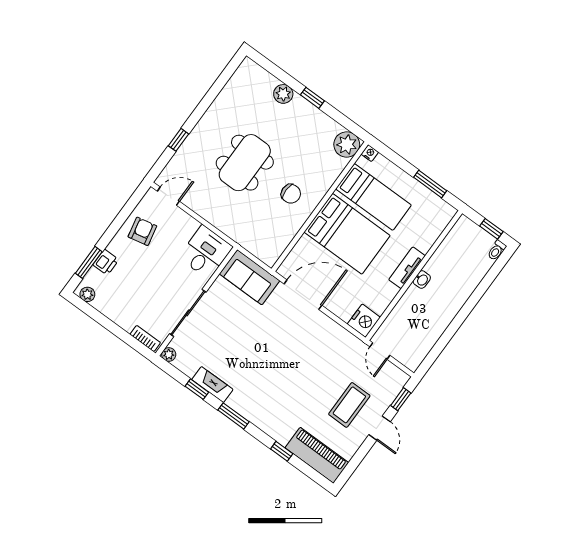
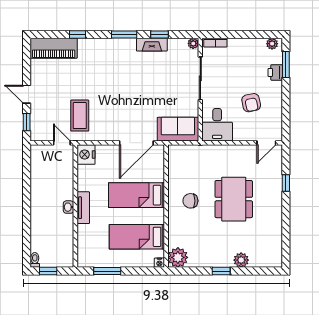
armchair: (142, 231) -> (251, 103), moved
bed: (347, 234) -> (137, 195), width x0.67
coffee table: (349, 405) -> (80, 116), moved

